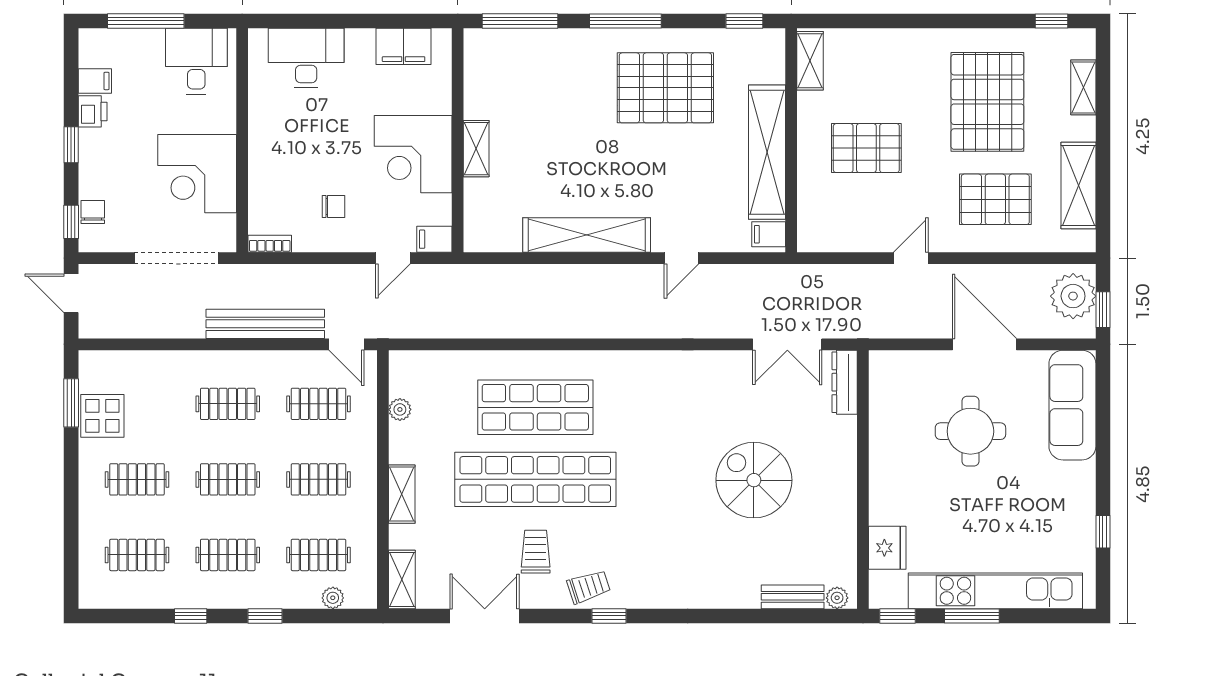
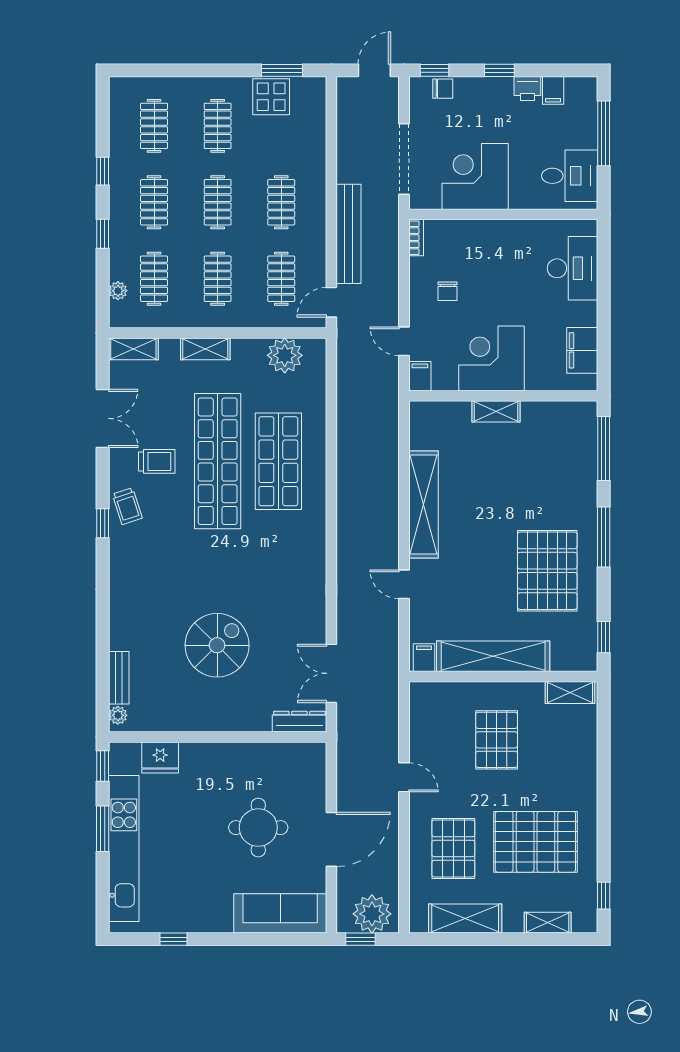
plant: (400, 409) -> (285, 355), width x1.88, depth x1.88

